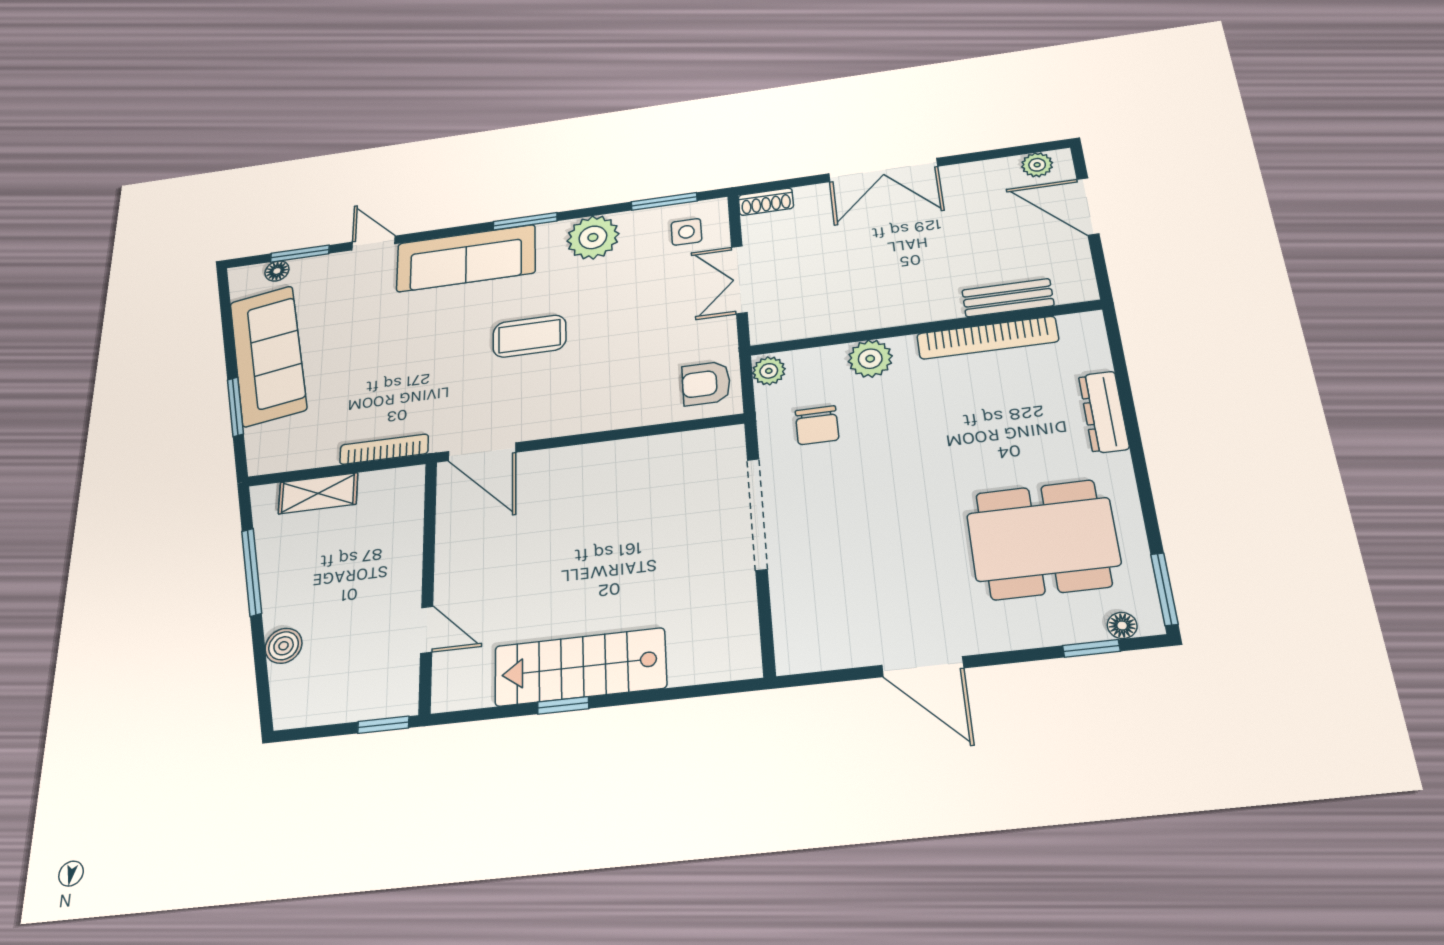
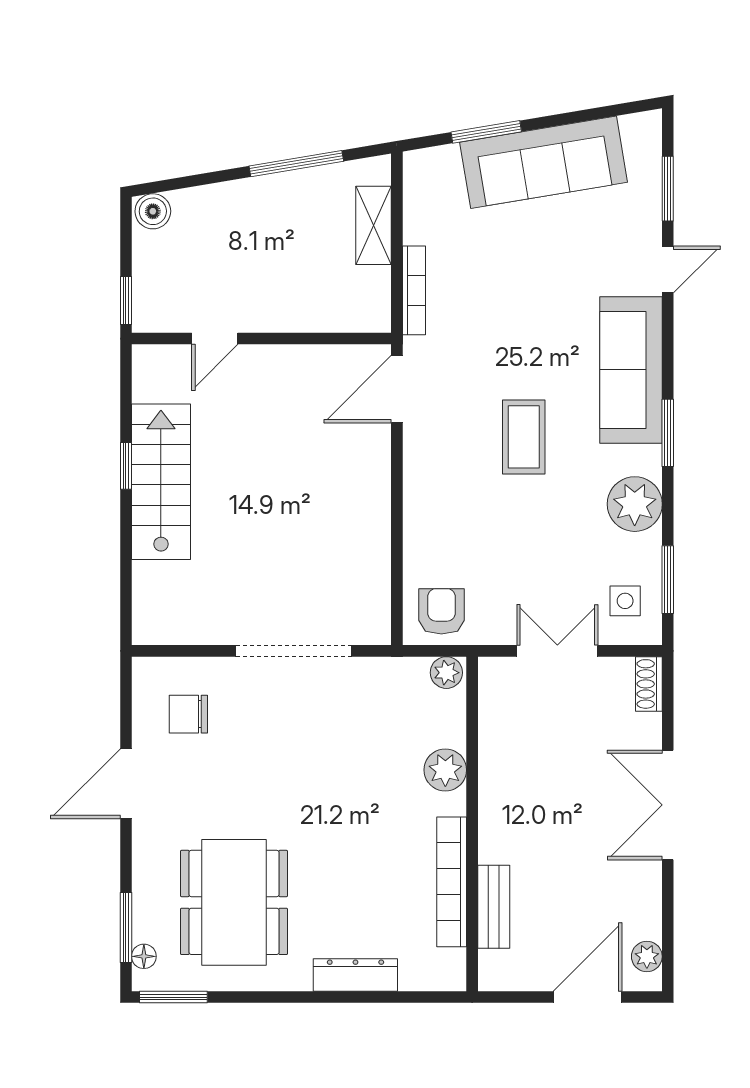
floor lamp: (277, 271) -> (649, 165), removed
chair: (817, 425) -> (188, 714), moved
boiler: (284, 646) -> (153, 211), moved
window: (1091, 648) -> (126, 928), width x1.50

